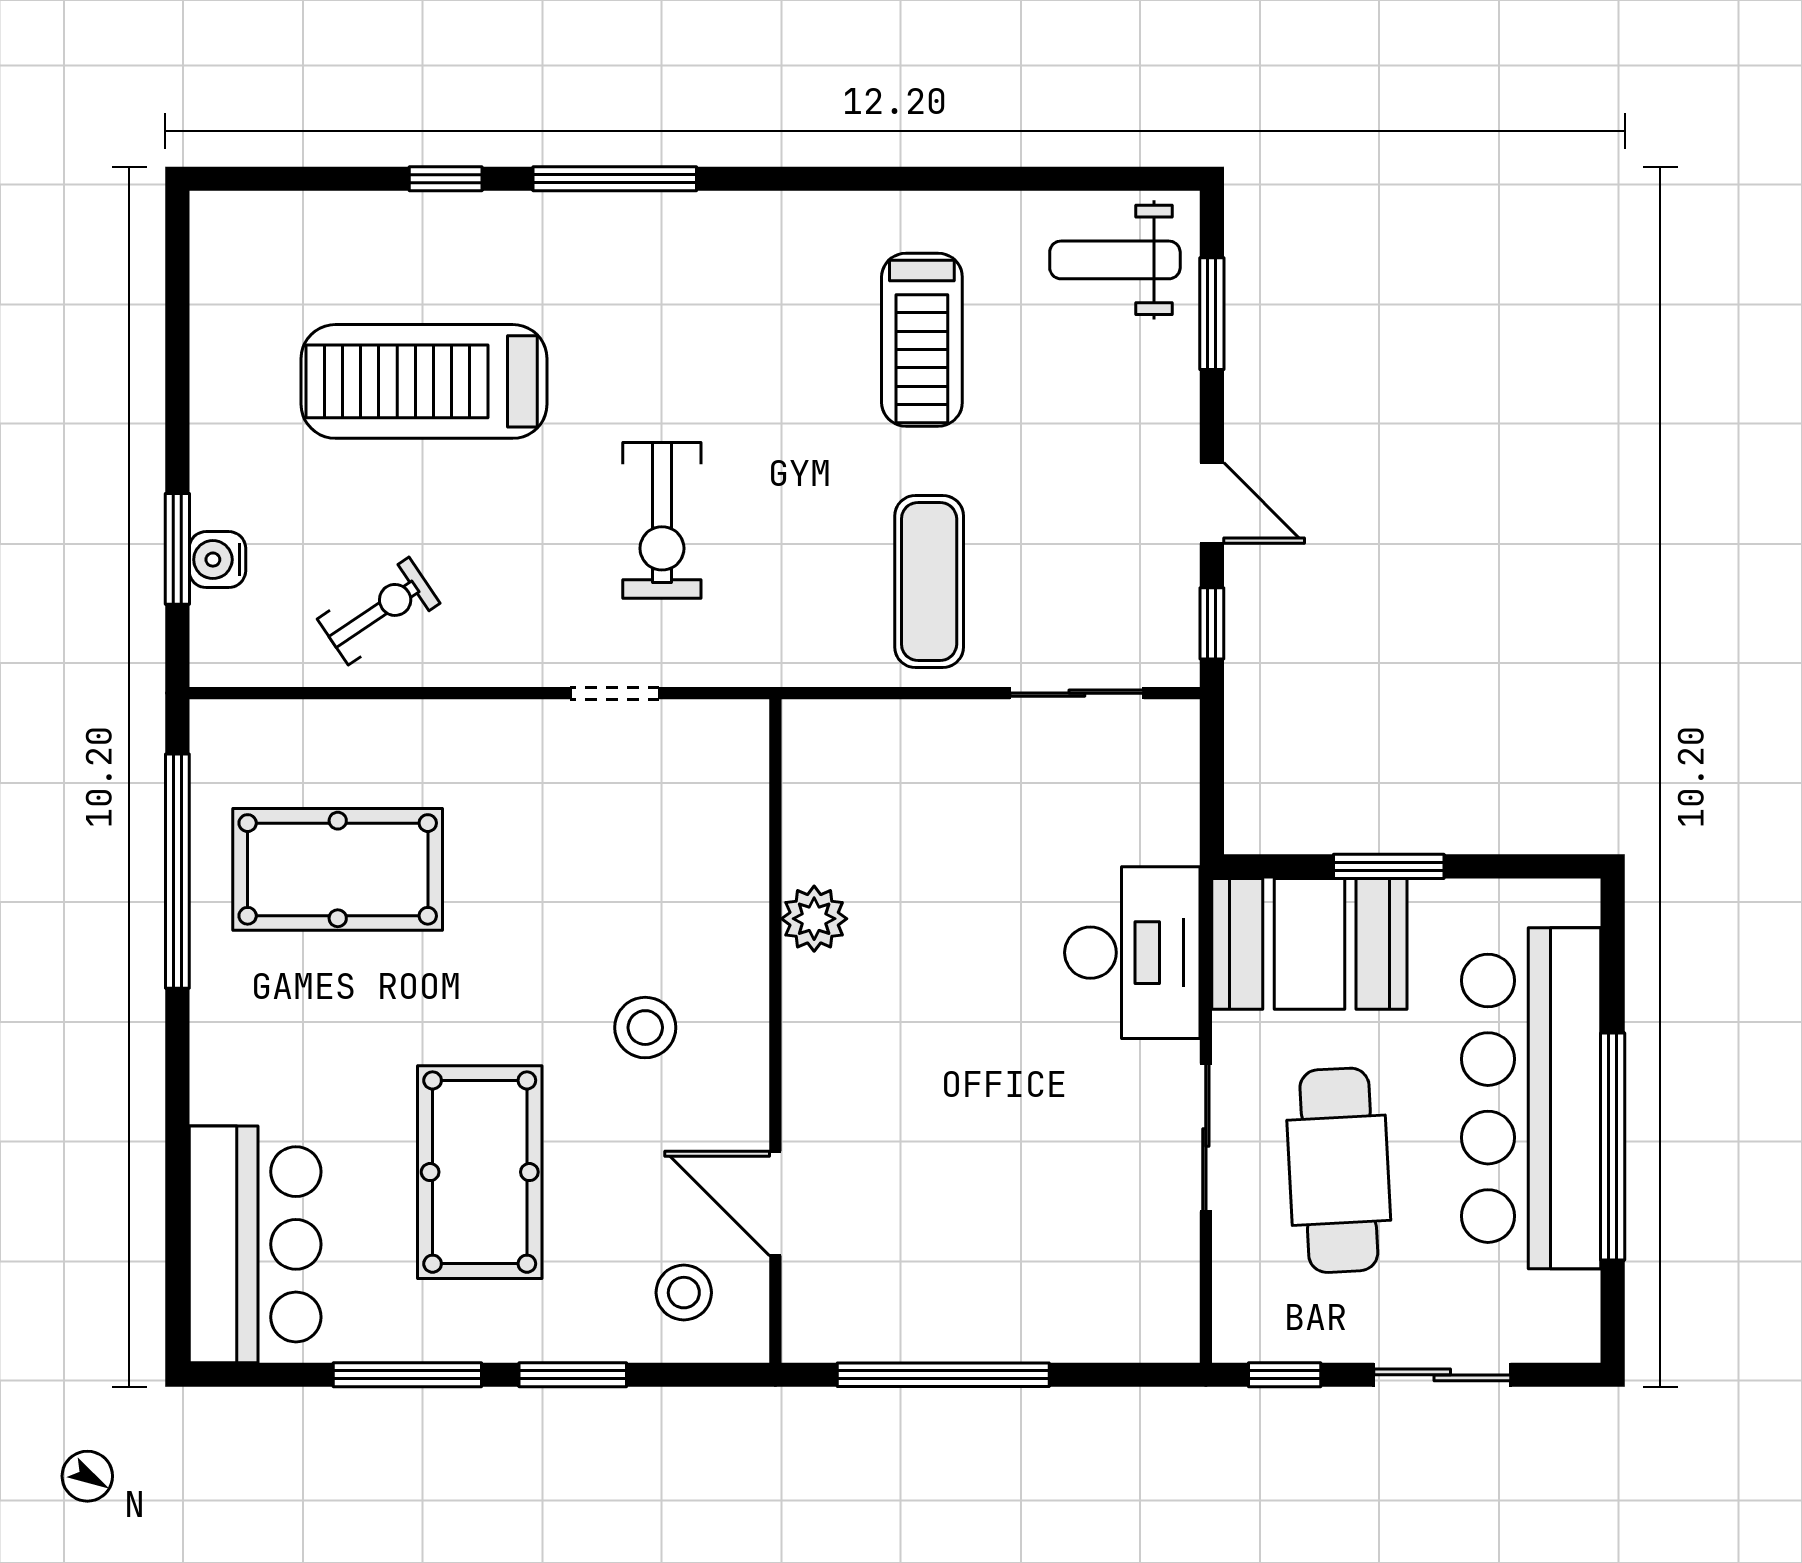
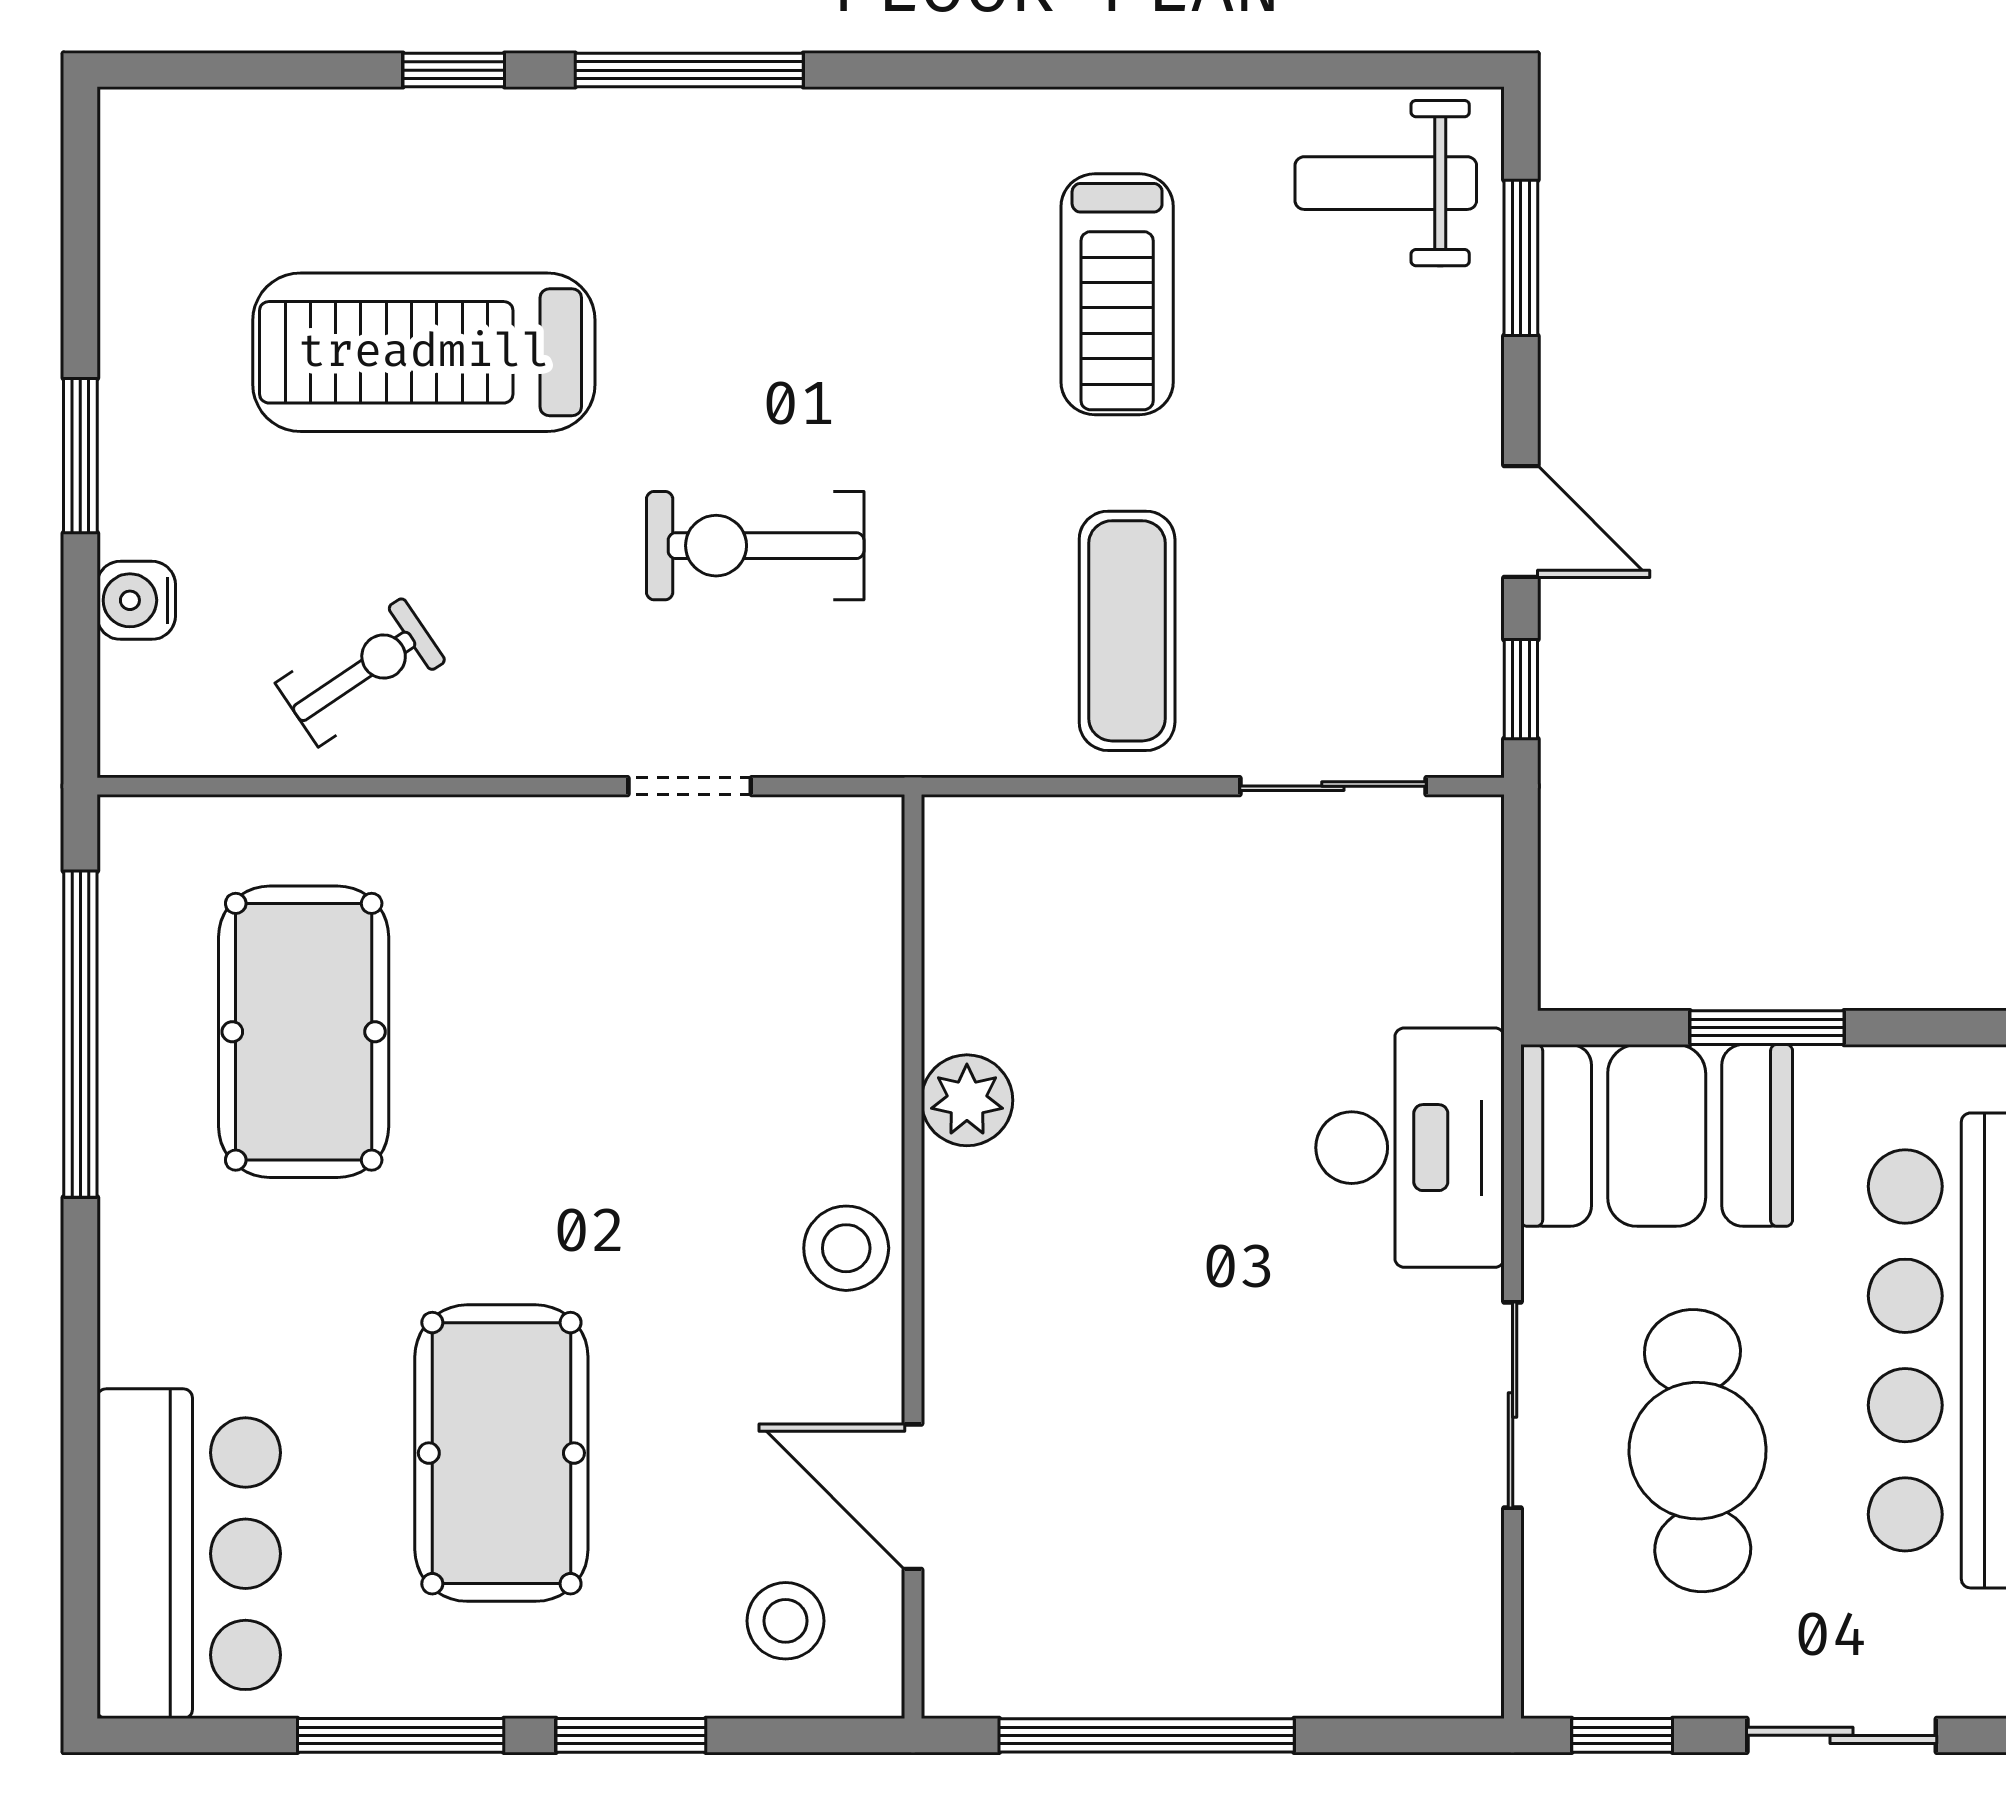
exercise bike: (662, 520) -> (755, 546), turned 90
window: (177, 549) -> (80, 456), moved
pool table: (338, 869) -> (304, 1032), turned 90
stool: (645, 1028) -> (846, 1248), moved

